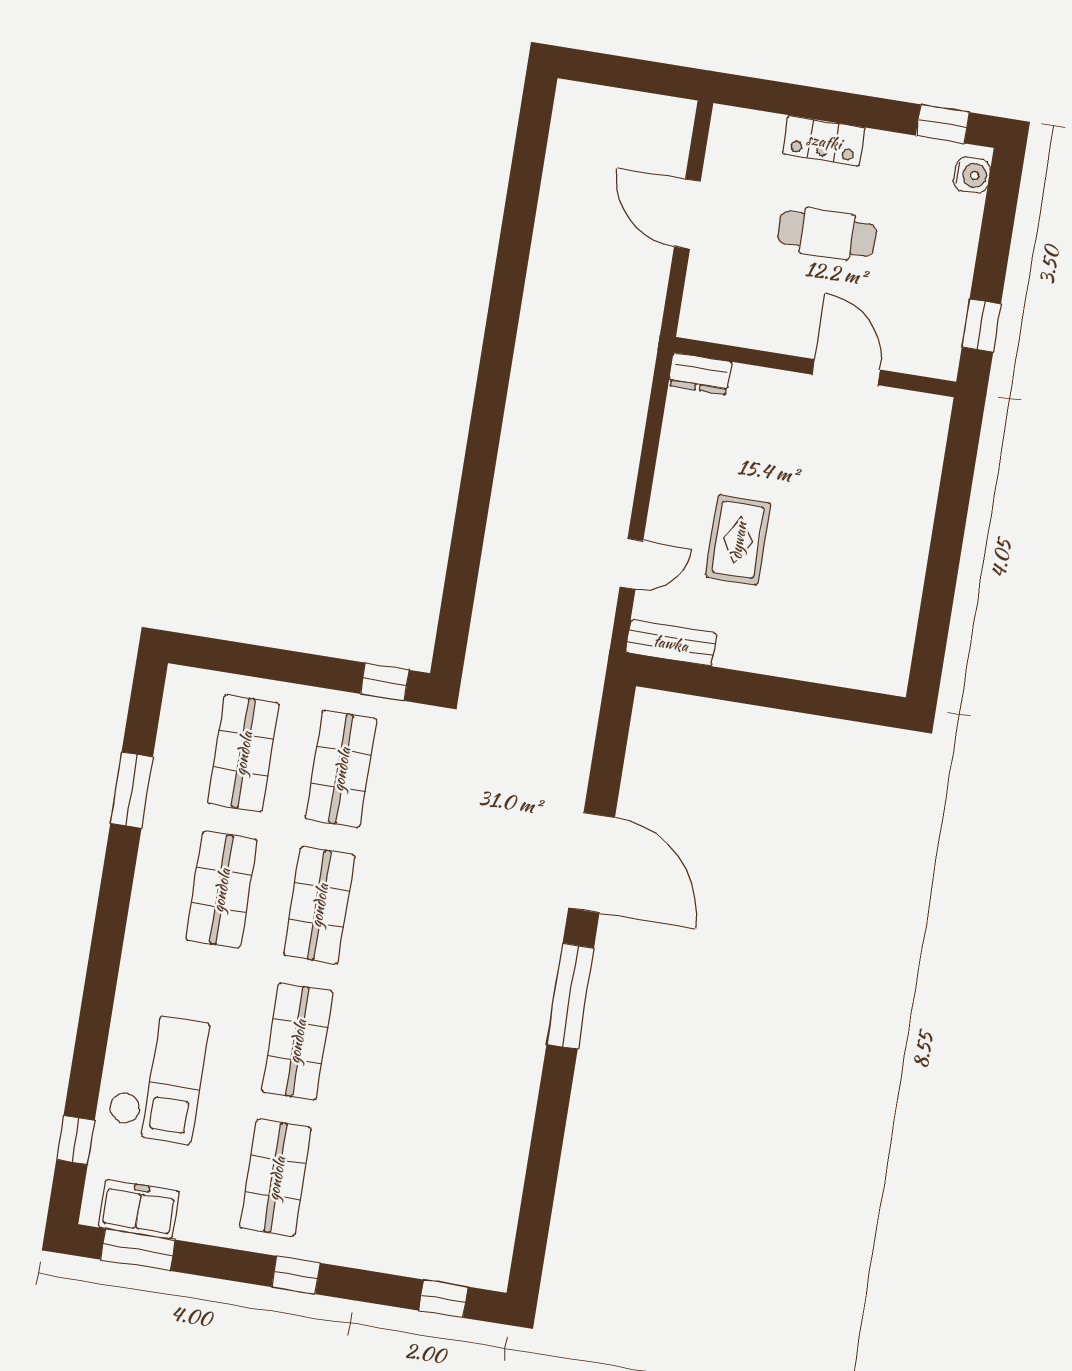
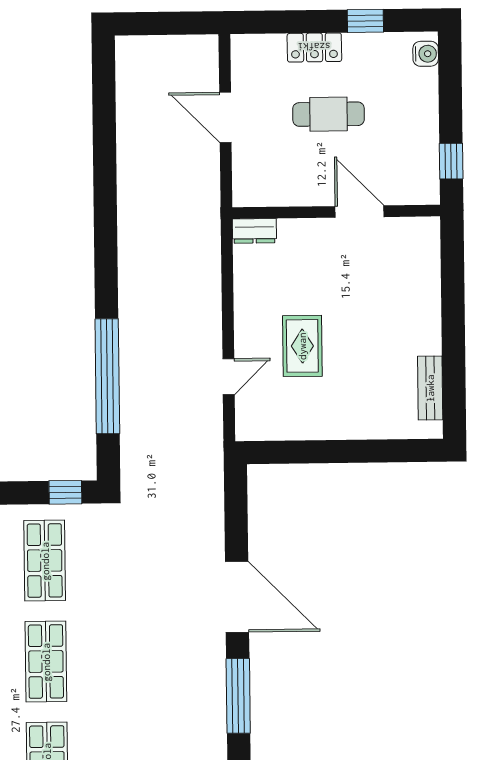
window: (943, 124) -> (365, 21), moved
window: (468, 535) -> (107, 376), added
bench: (671, 643) -> (430, 388), moved, turned 90

